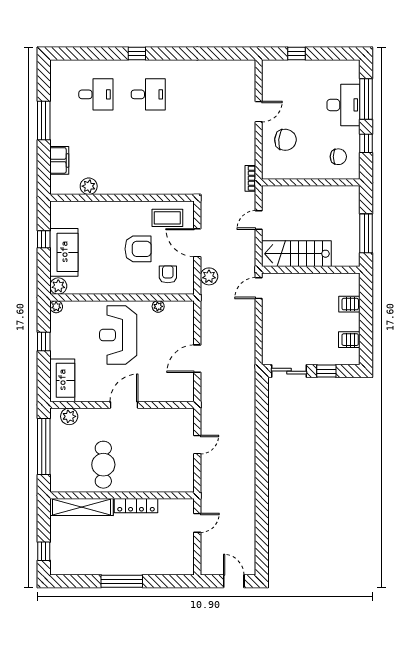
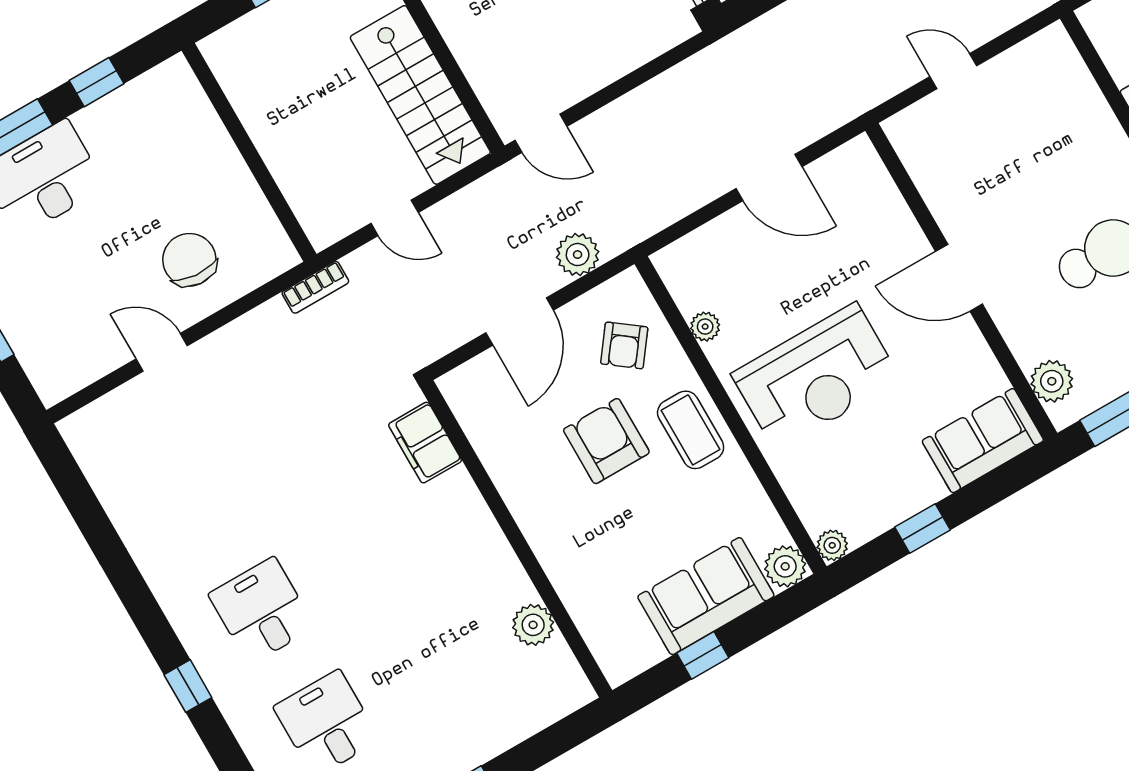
chair: (338, 157) -> (160, 125), removed
filing cabinet: (59, 160) -> (425, 443), moved, turned -90
coffee table: (167, 218) -> (691, 430), moved
armchair: (168, 274) -> (624, 345), turned -53

